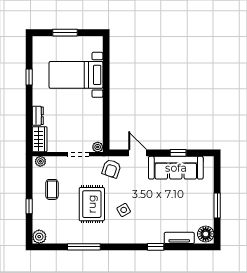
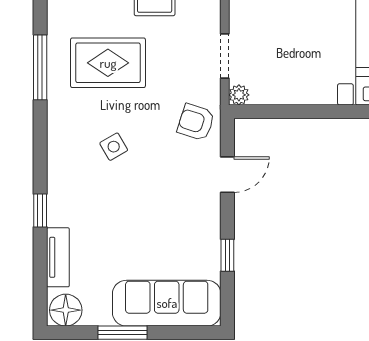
sofa: (176, 168) -> (167, 303), moved, turned 90
rug: (92, 204) -> (108, 63), moved

